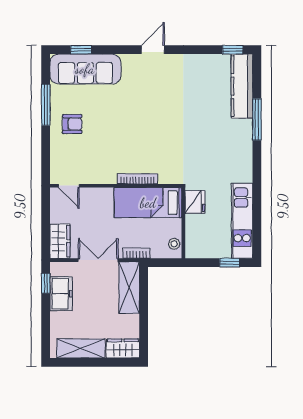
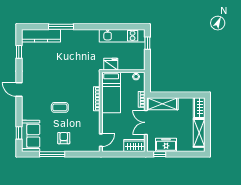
window: (233, 50) -> (19, 52), moved
sofa: (85, 69) -> (31, 136), width x0.73
coffee table: (123, 117) -> (60, 107), added

